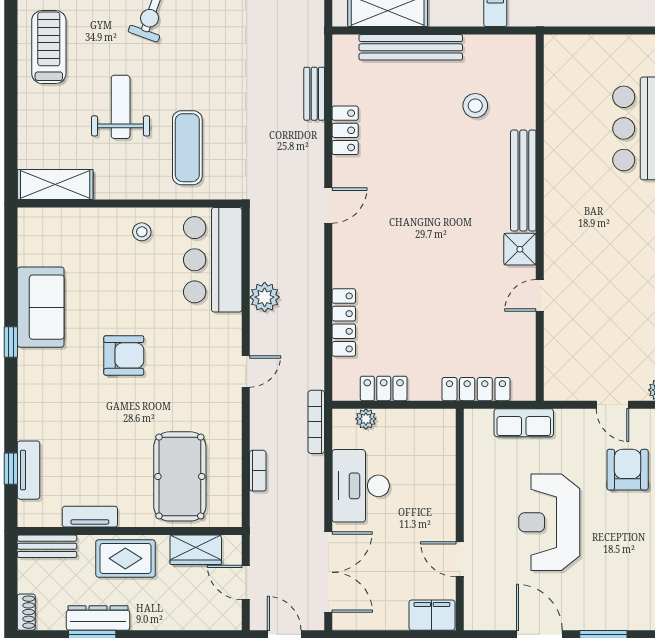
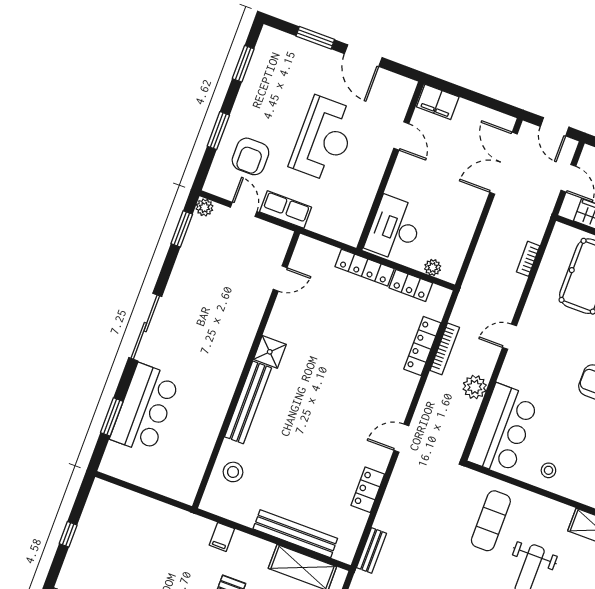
bench: (314, 94) -> (372, 550), moved
stool: (475, 106) -> (233, 472), moved
door: (540, 295) -> (280, 278), moved
locker: (476, 389) -> (365, 268), moved
bookcase: (316, 422) -> (445, 349), moved
row of seats: (524, 423) -> (286, 210), moved
desk: (361, 486) -> (395, 229), moved, turned 180

